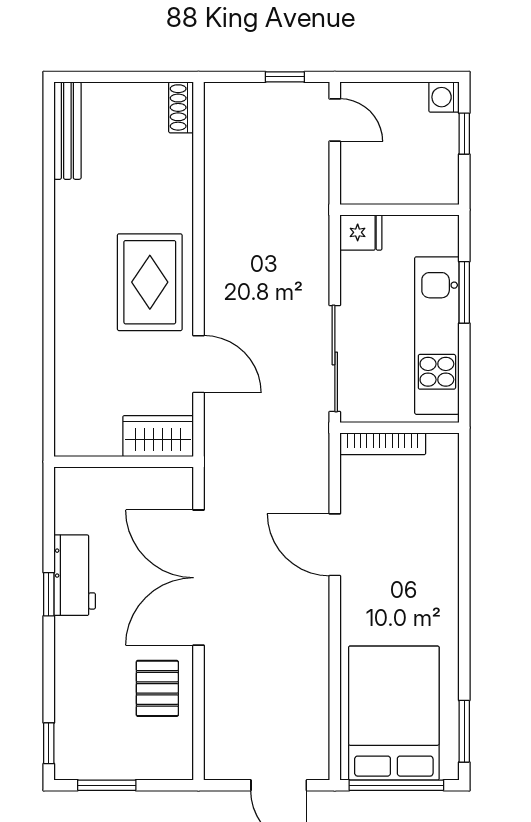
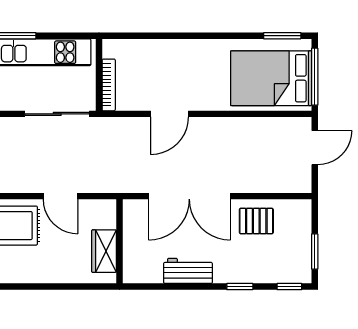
door: (199, 364) -> (61, 196), swing flipped
wardrobe: (158, 436) -> (104, 251), moved
window: (49, 594) -> (240, 287), moved

